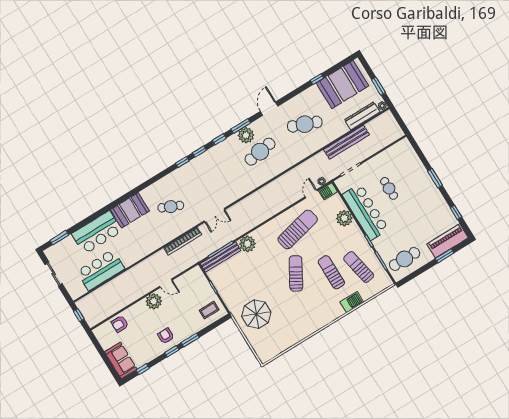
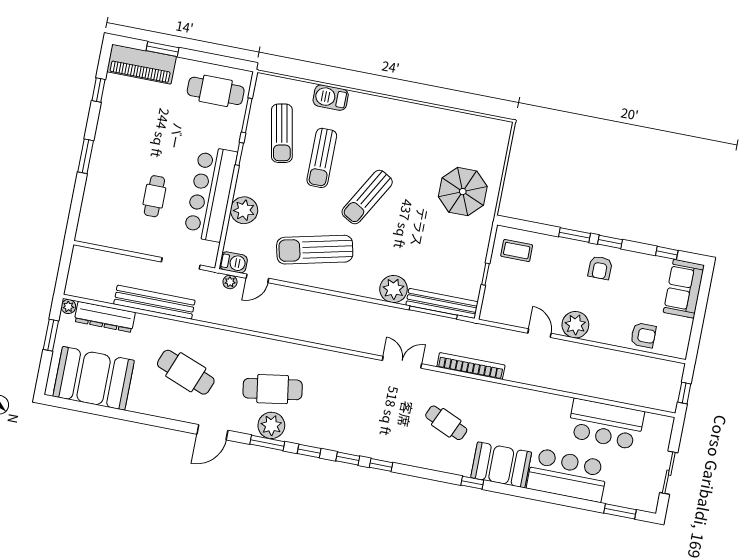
window: (317, 79) -> (472, 483), moved

